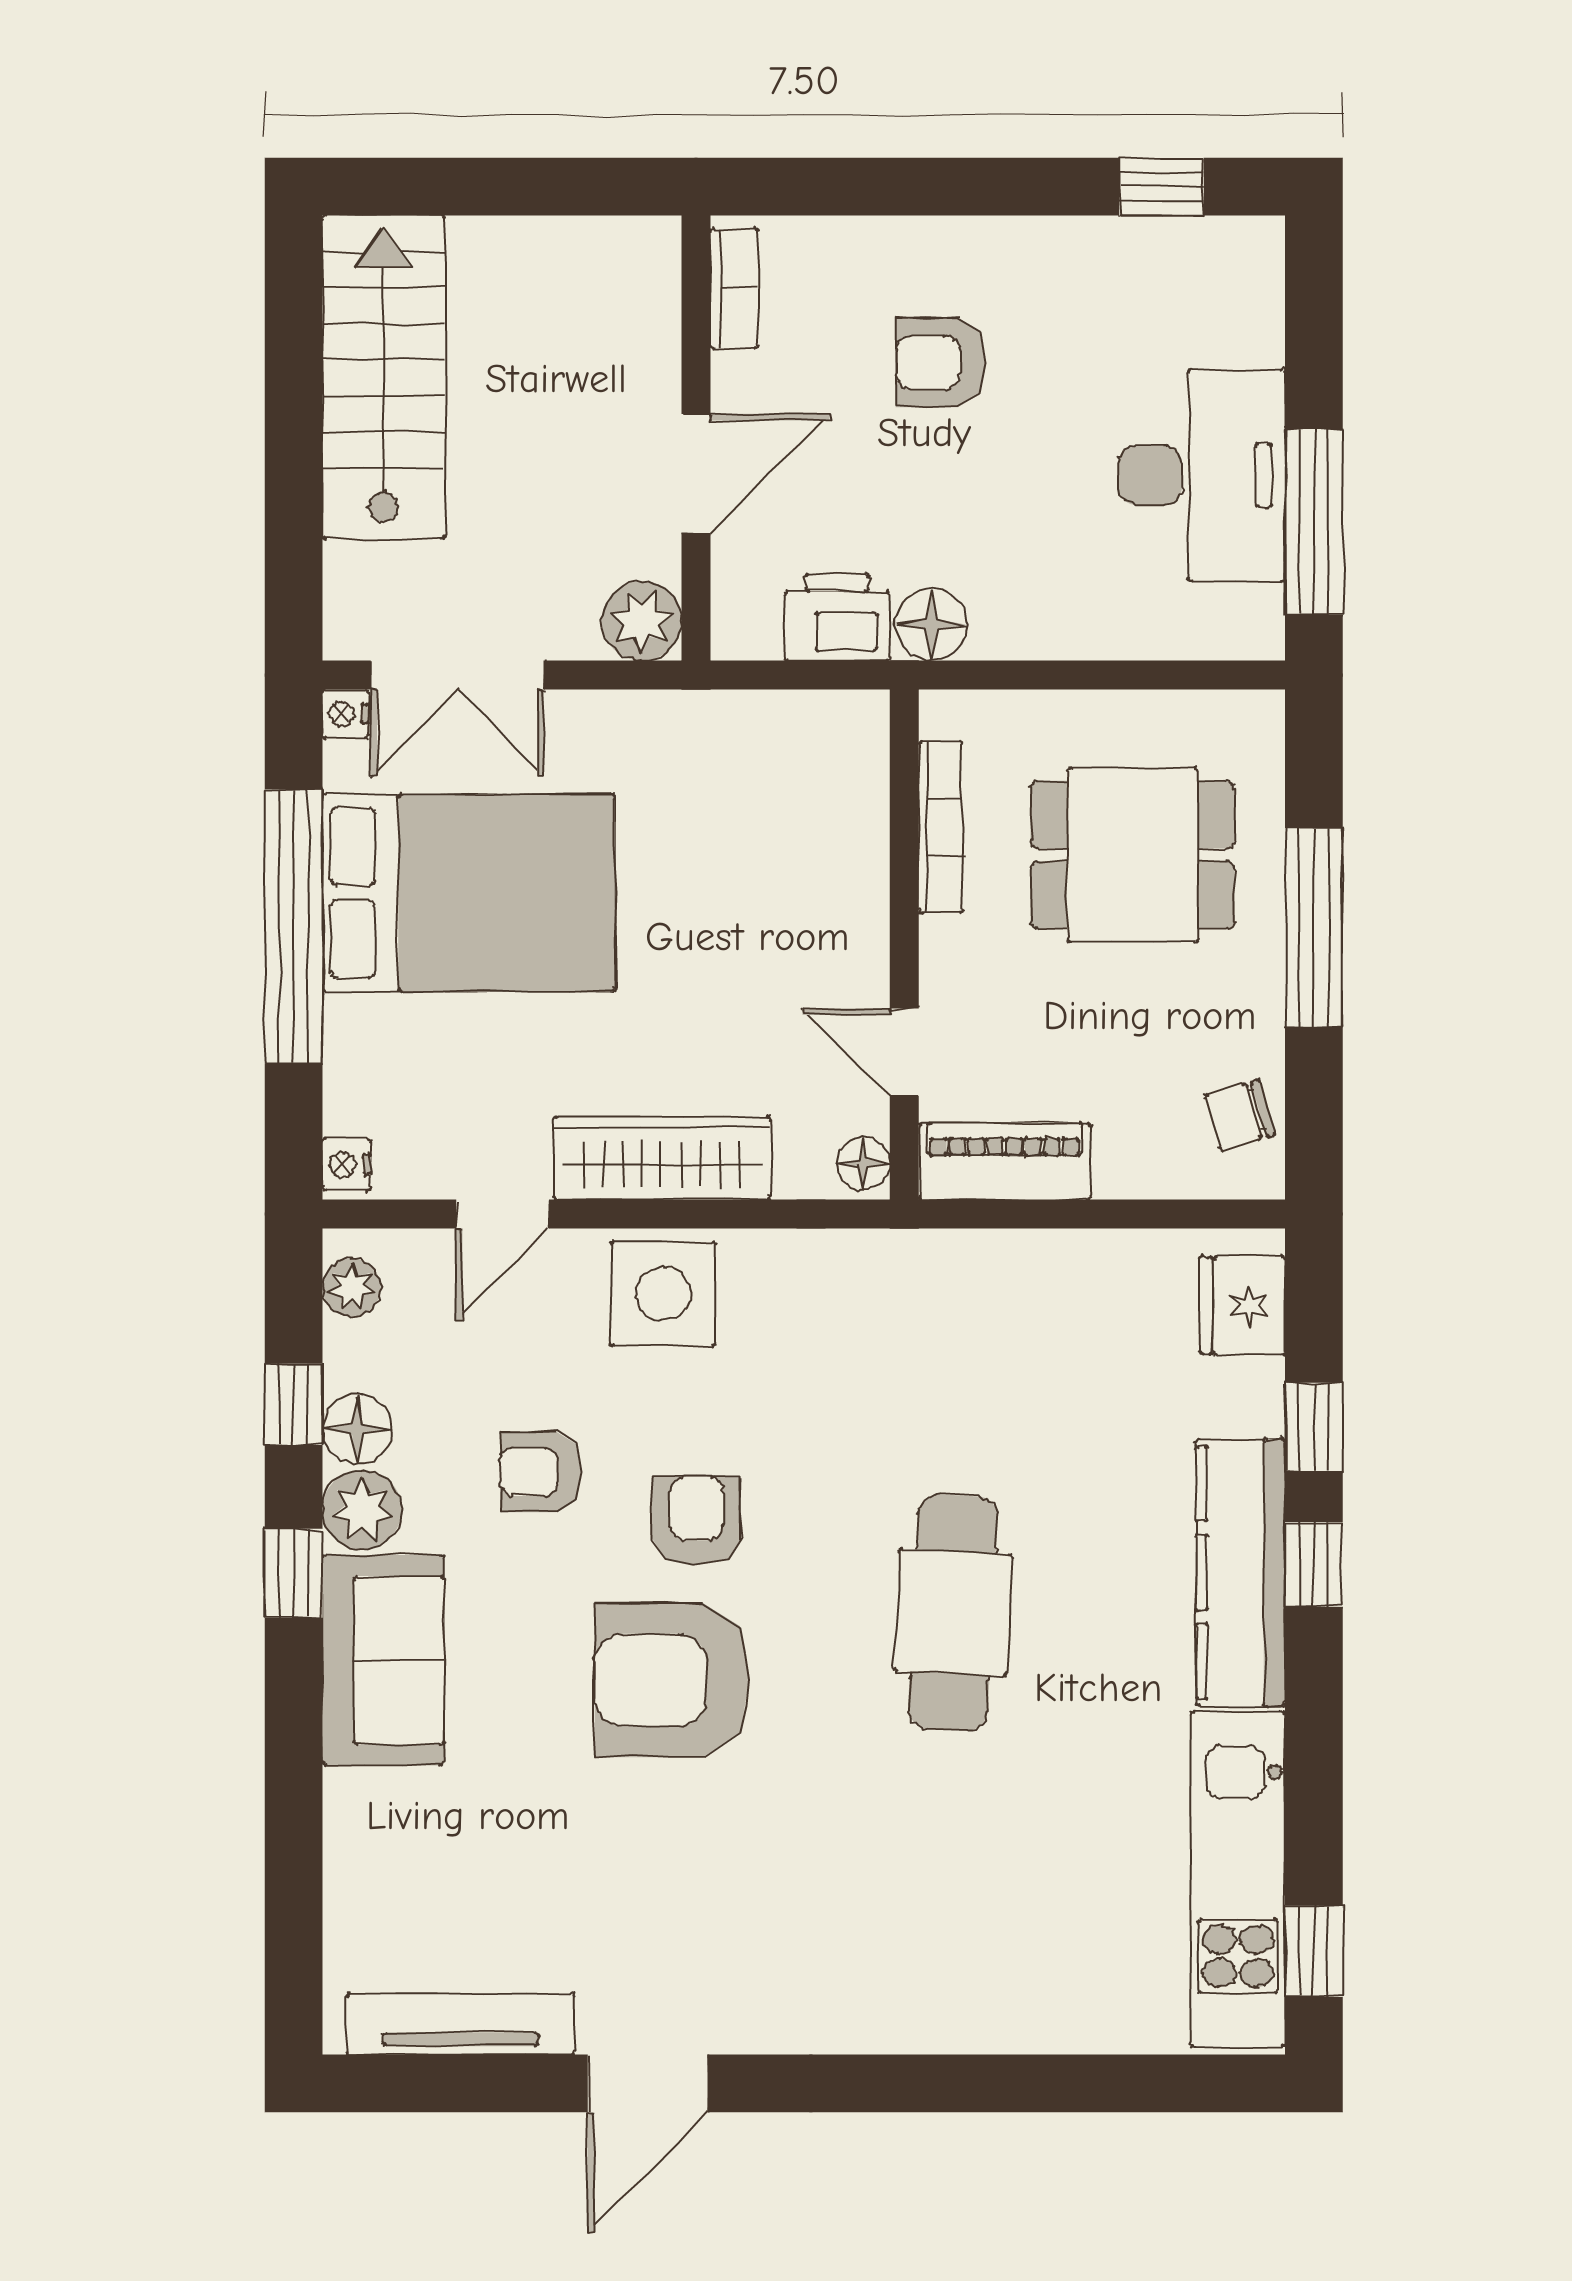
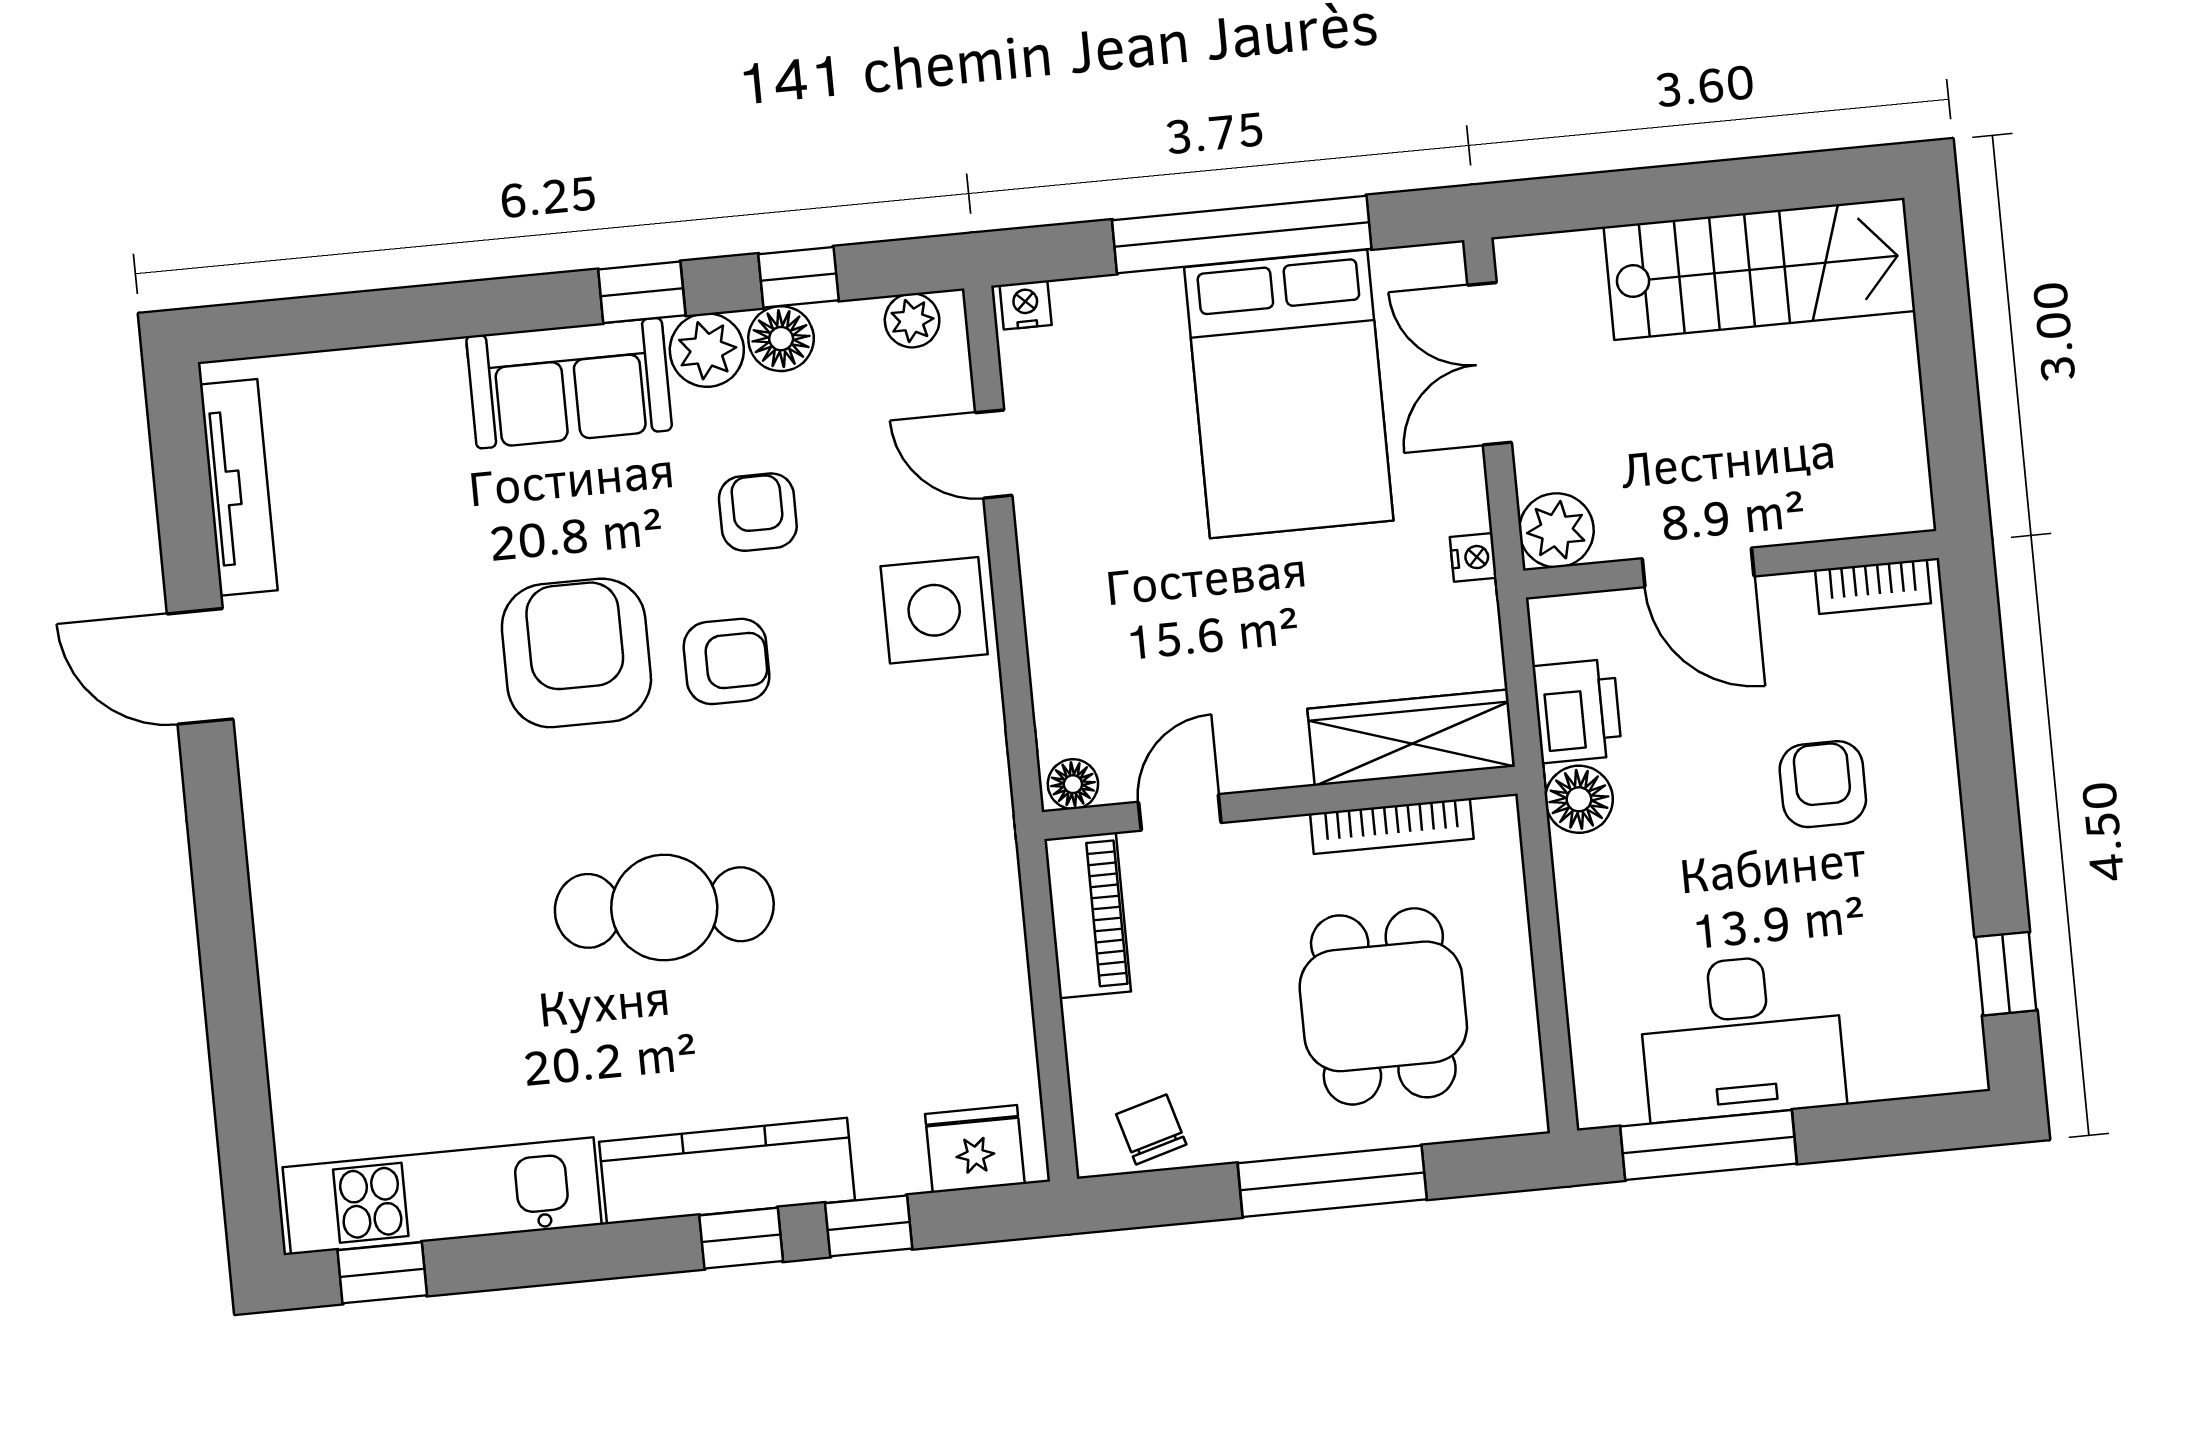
nightstand: (345, 714) -> (1473, 557), moved, turned 90
wardrobe: (662, 1158) -> (1411, 738), moved, turned -90

